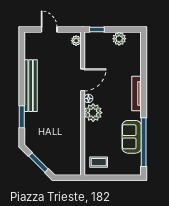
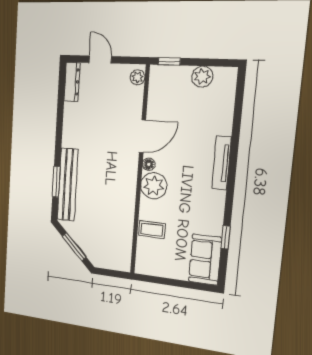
dresser: (29, 45) -> (72, 82), added
bench: (31, 86) -> (68, 185), moved
sofa: (132, 137) -> (205, 260), moved
window: (144, 142) -> (226, 237), width x0.32
coffee table: (99, 162) -> (152, 230), moved

